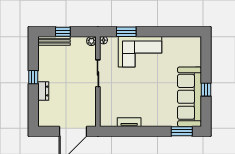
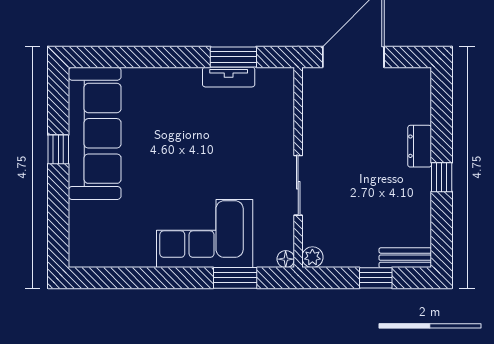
bench: (54, 41) -> (405, 258), width x0.73
window: (182, 131) -> (233, 57), moved

